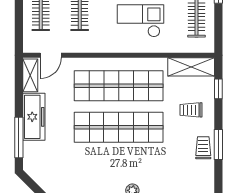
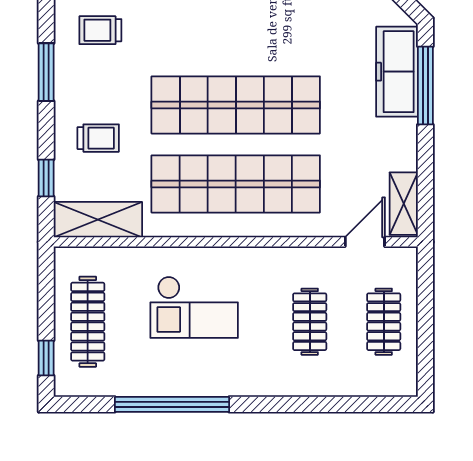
freezer: (34, 117) -> (397, 72), moved
trolley: (203, 148) -> (100, 30), moved, turned 90

